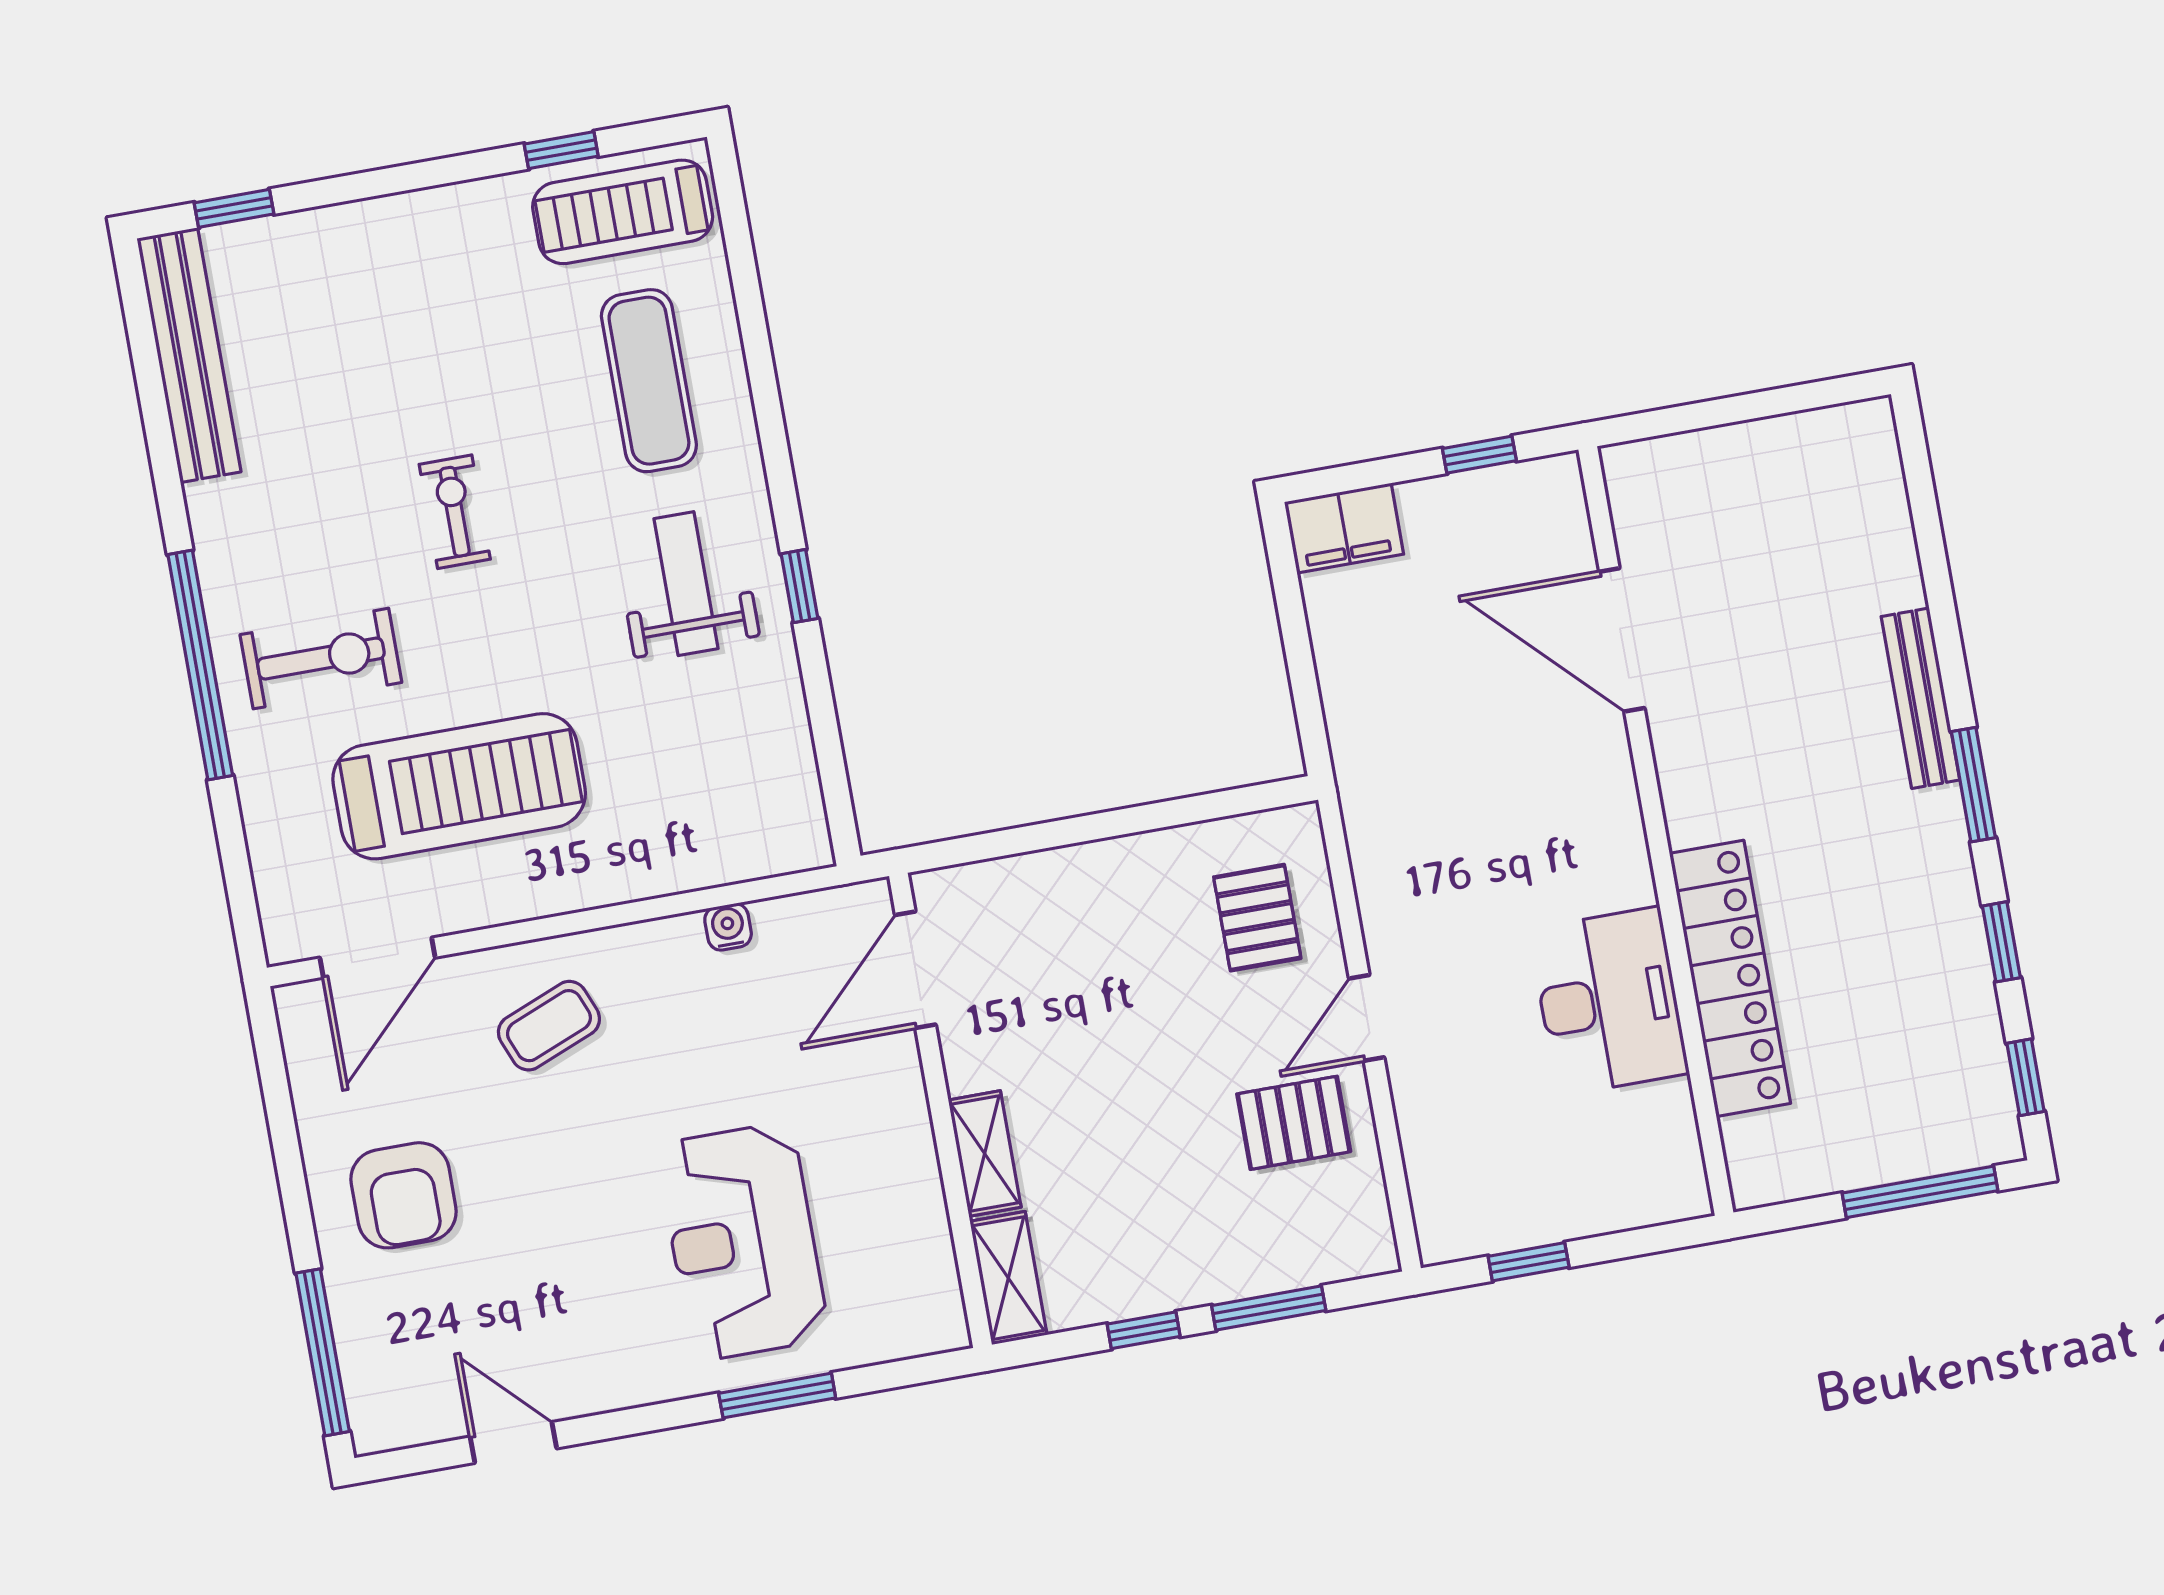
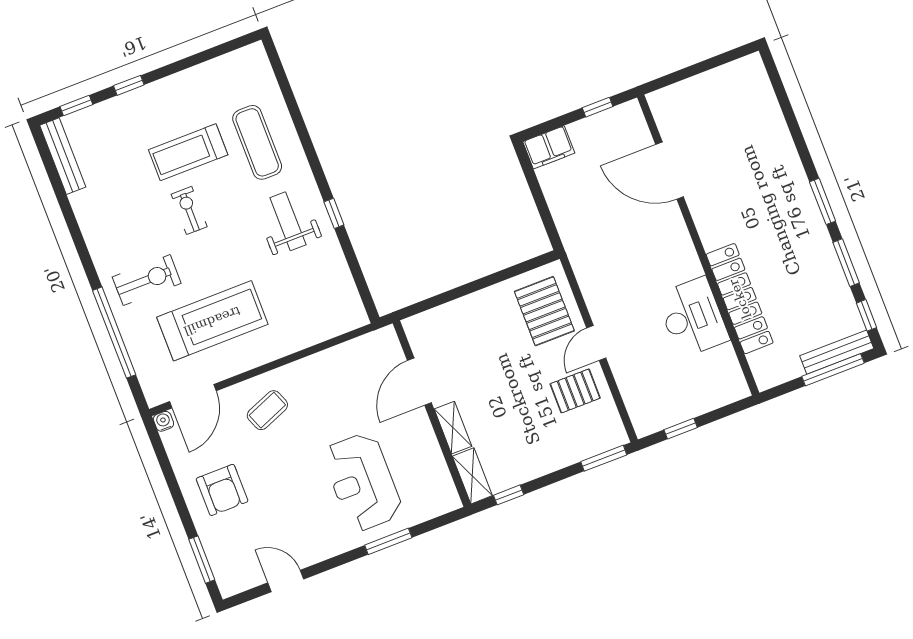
window: (561, 150) -> (129, 85), moved
treadmill: (623, 212) -> (188, 152), moved
bench: (189, 355) -> (63, 156), width x0.73, depth x0.82
window: (200, 665) -> (114, 333), moved
bench: (1920, 698) -> (837, 352), moved, turned 90
pallet: (1257, 918) -> (544, 311), width x1.50, depth x1.42
water cooler: (728, 927) -> (163, 421), moved
window: (2001, 942) -> (846, 263), width x1.50
door: (915, 970) -> (419, 382), moved
window: (1269, 1308) -> (604, 458), moved
window: (1144, 1330) -> (509, 495), moved
window: (323, 1352) -> (202, 560), width x0.69

